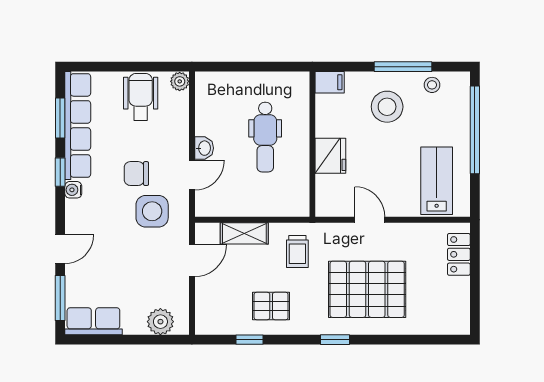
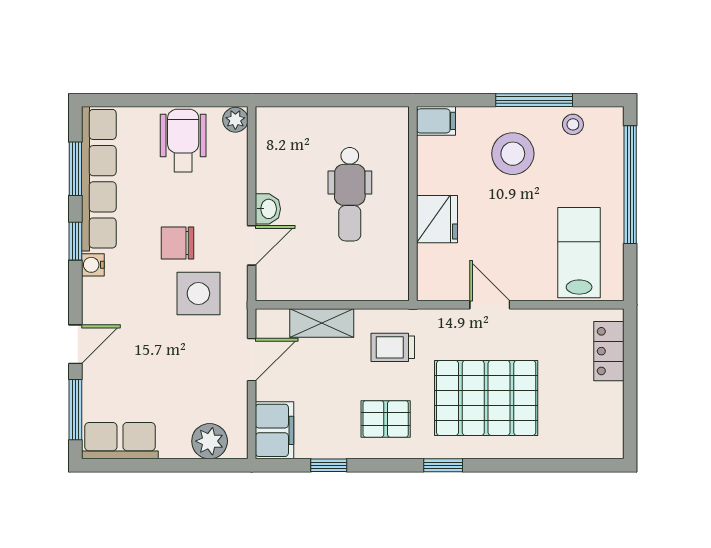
trolley: (297, 251) -> (393, 347), turned 90
pallet: (271, 306) -> (386, 419), moved
filing cabinet: (209, 314) -> (275, 430), added

